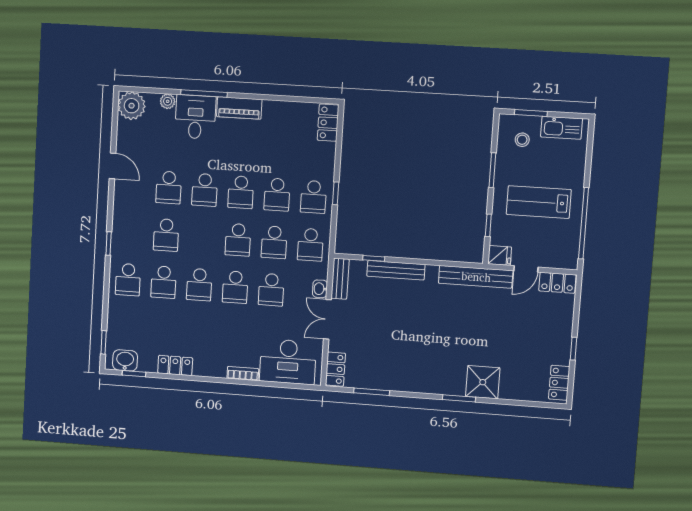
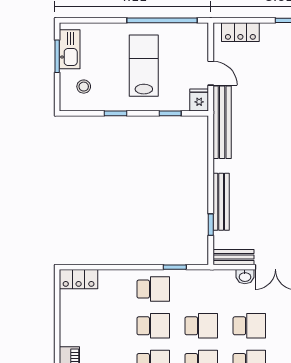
window: (531, 113) -> (57, 56), moved
window: (492, 170) -> (115, 113), width x0.67
window: (336, 193) -> (175, 267), moved
lab bench: (539, 202) -> (144, 66), turned 180
school desk: (310, 245) -> (201, 289), removed
locker: (557, 283) -> (240, 32), moved, turned 90

